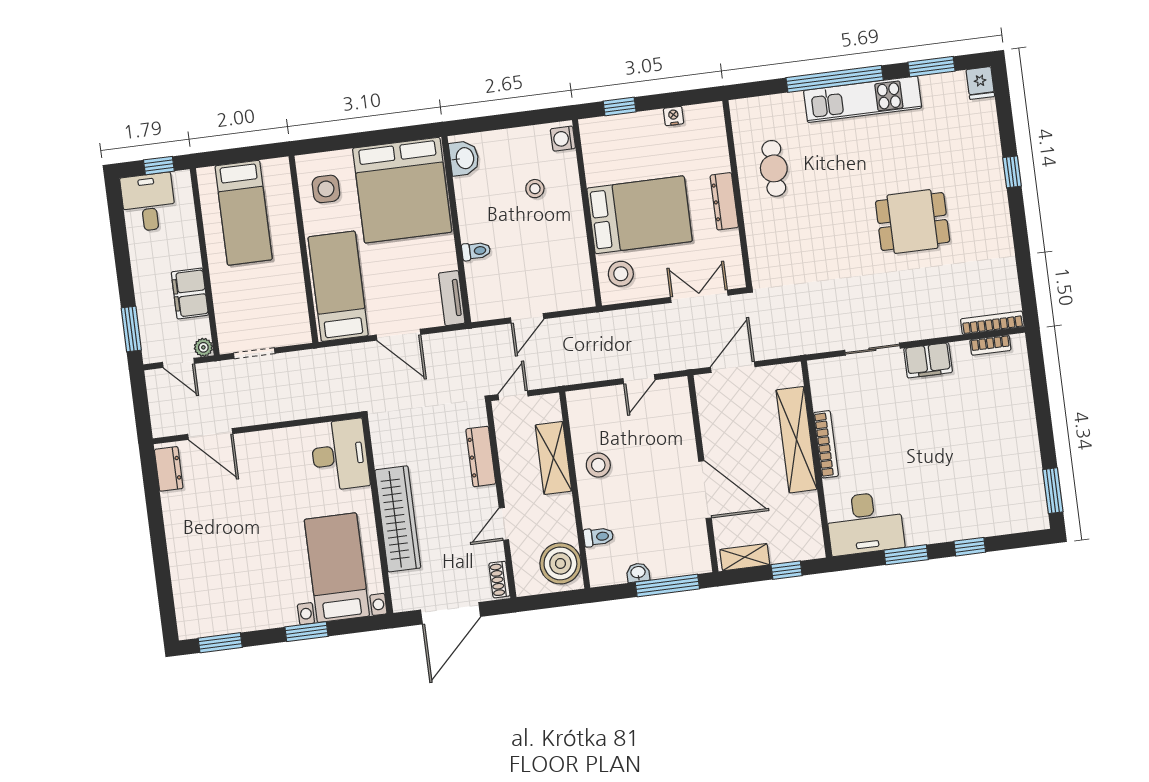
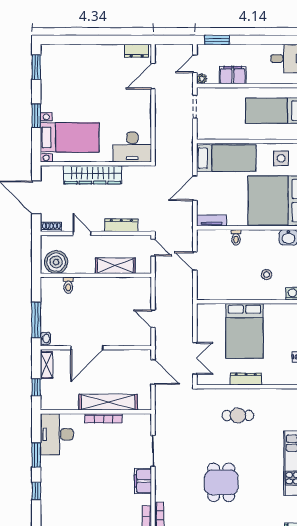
cafe table: (774, 168) -> (238, 415), moved
stool: (621, 274) -> (213, 316), removed
stool: (598, 465) -> (108, 290), removed
washbasin: (638, 573) -> (45, 338), moved

